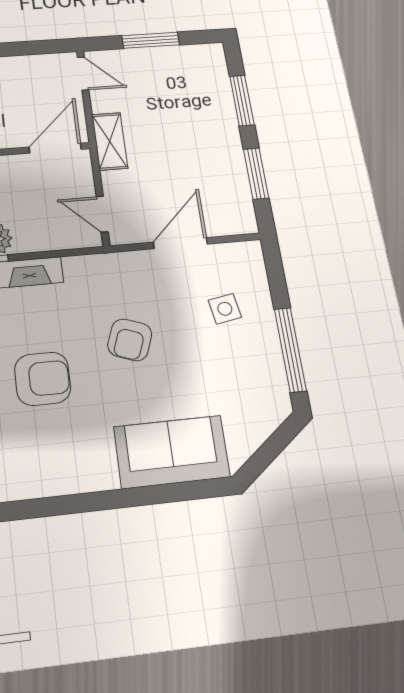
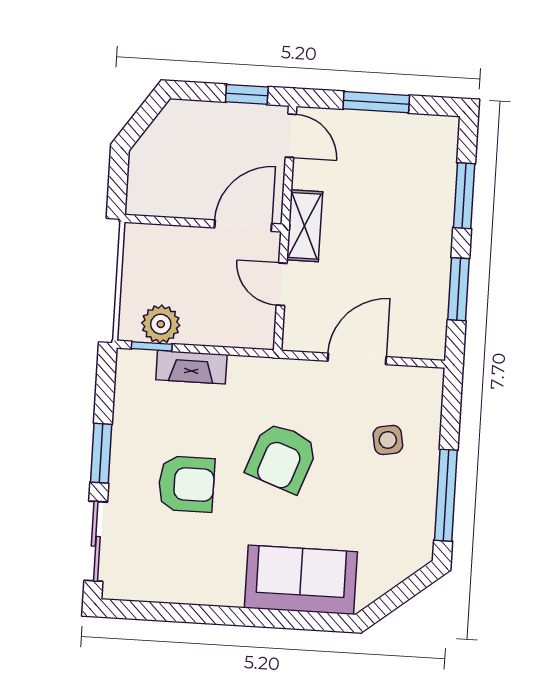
window: (39, 47) -> (247, 94), added
door: (102, 214) -> (282, 284), moved
armchair: (130, 340) -> (282, 458), width x1.38, depth x1.38

